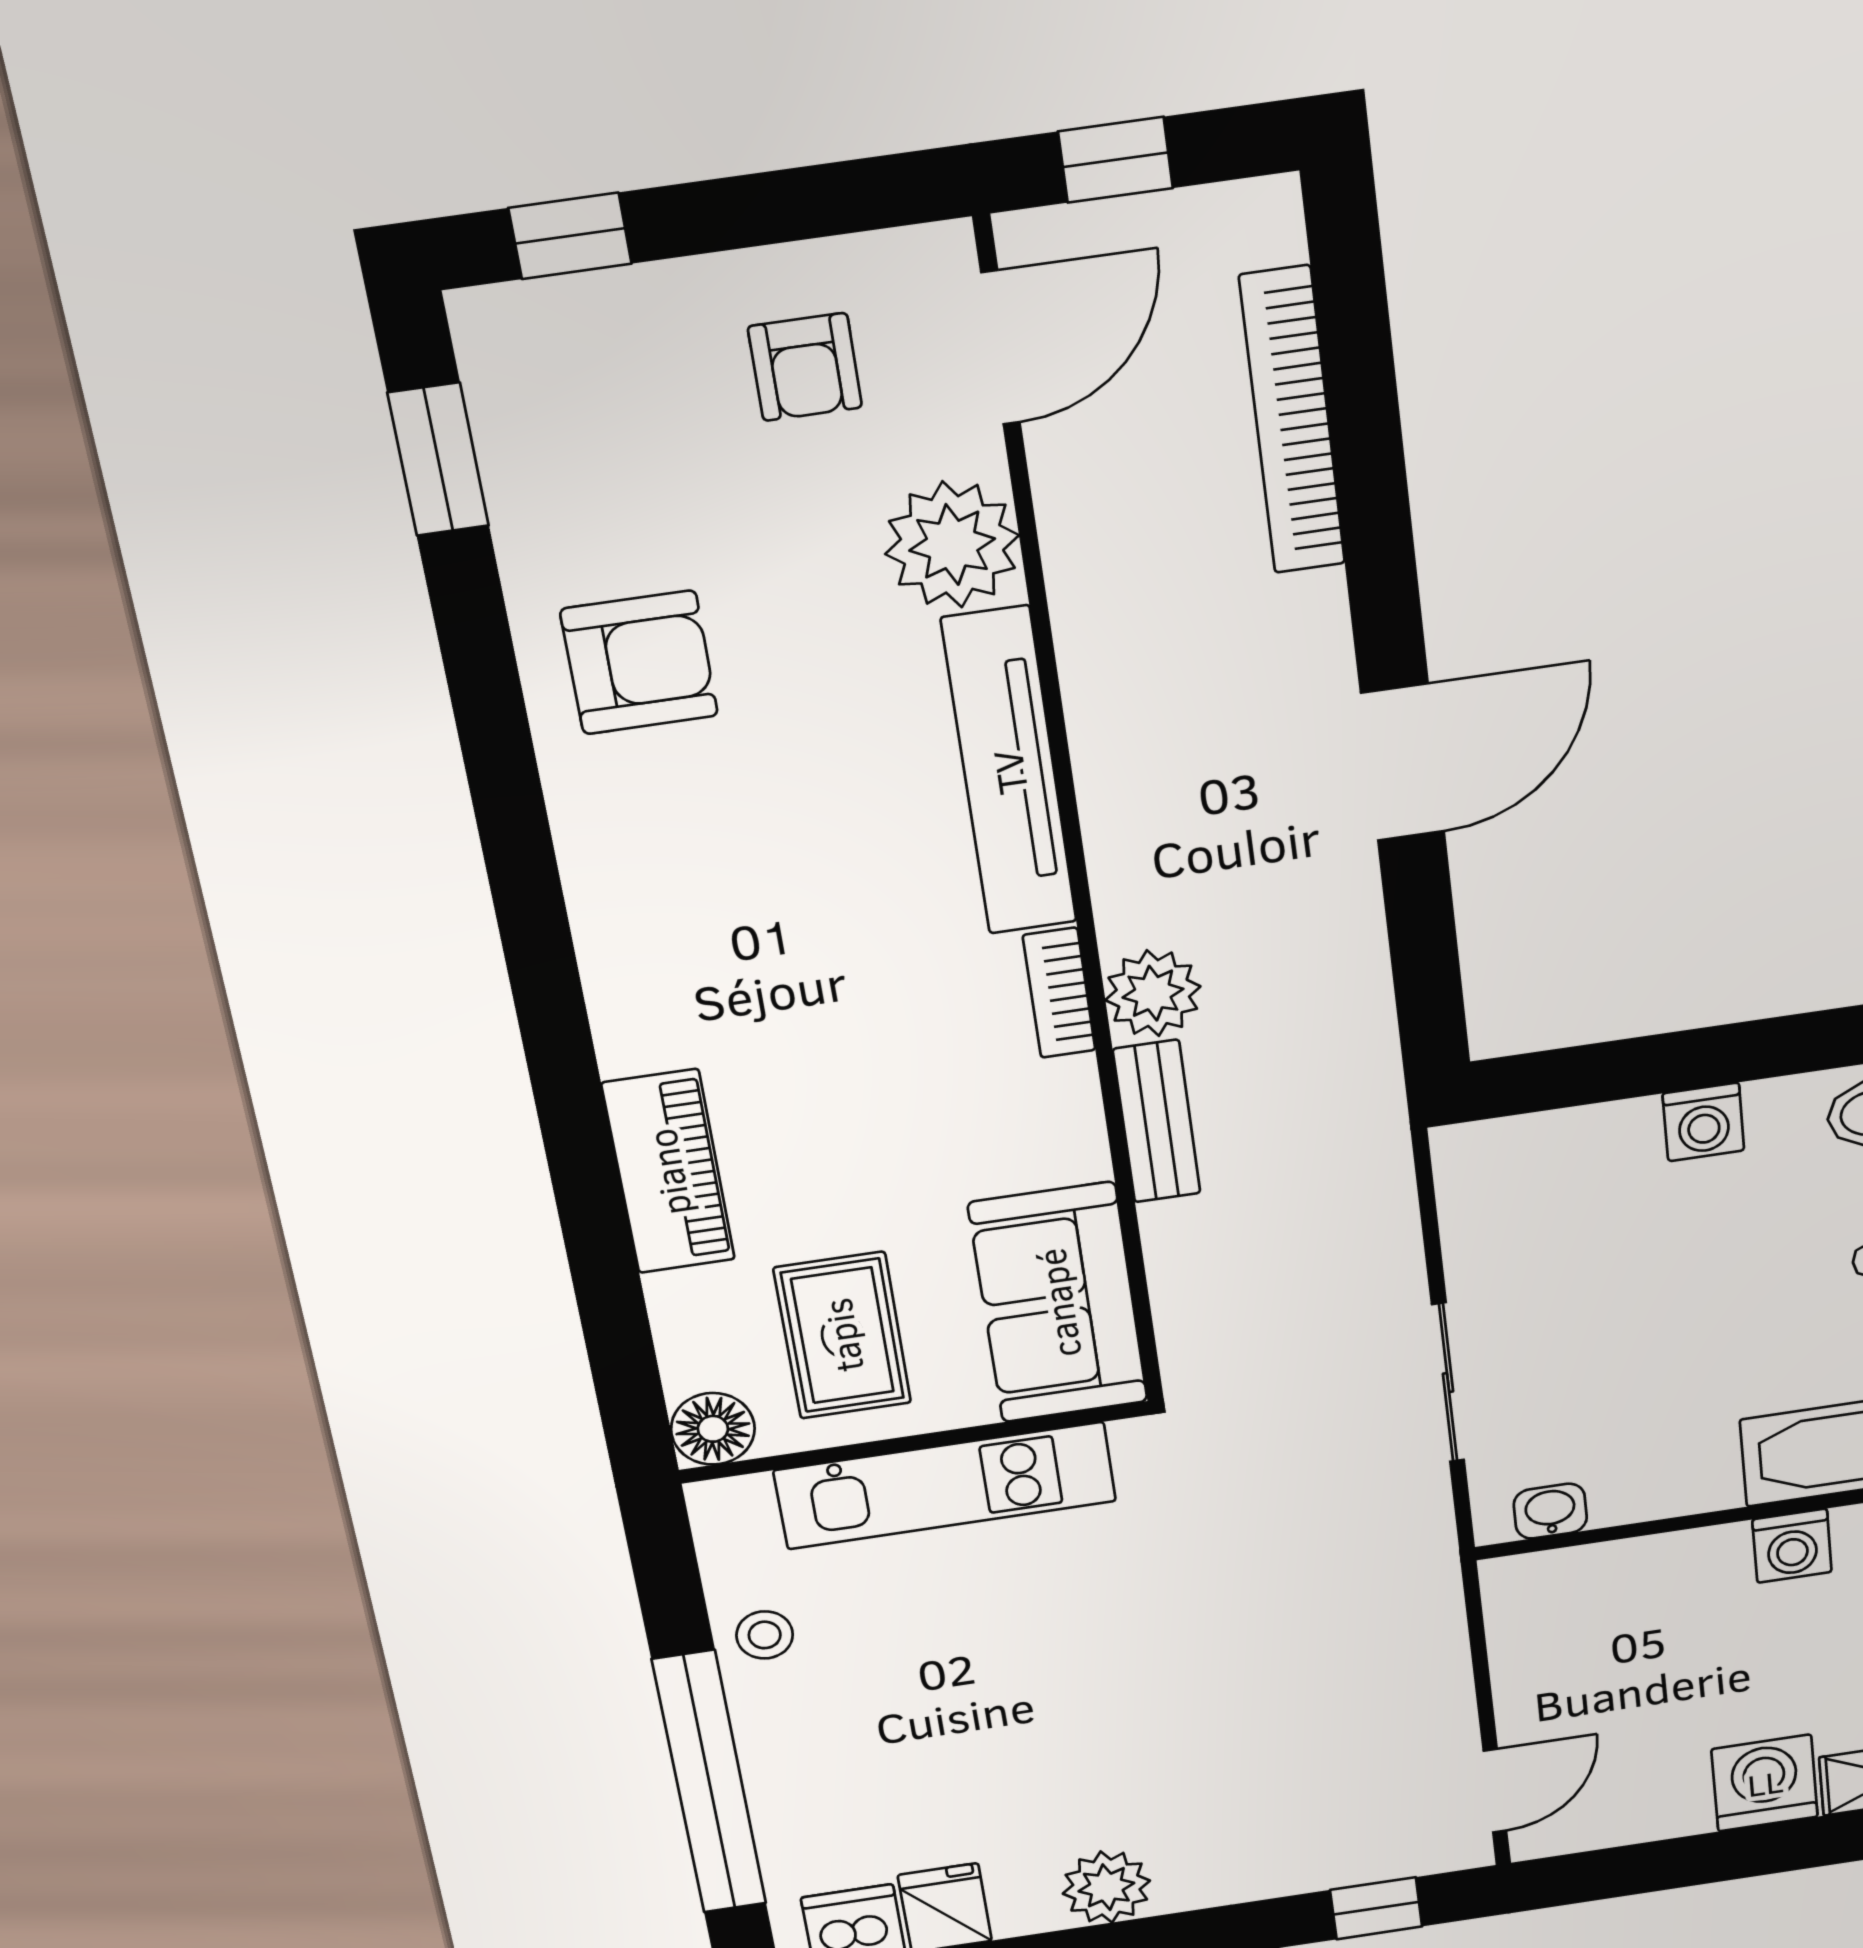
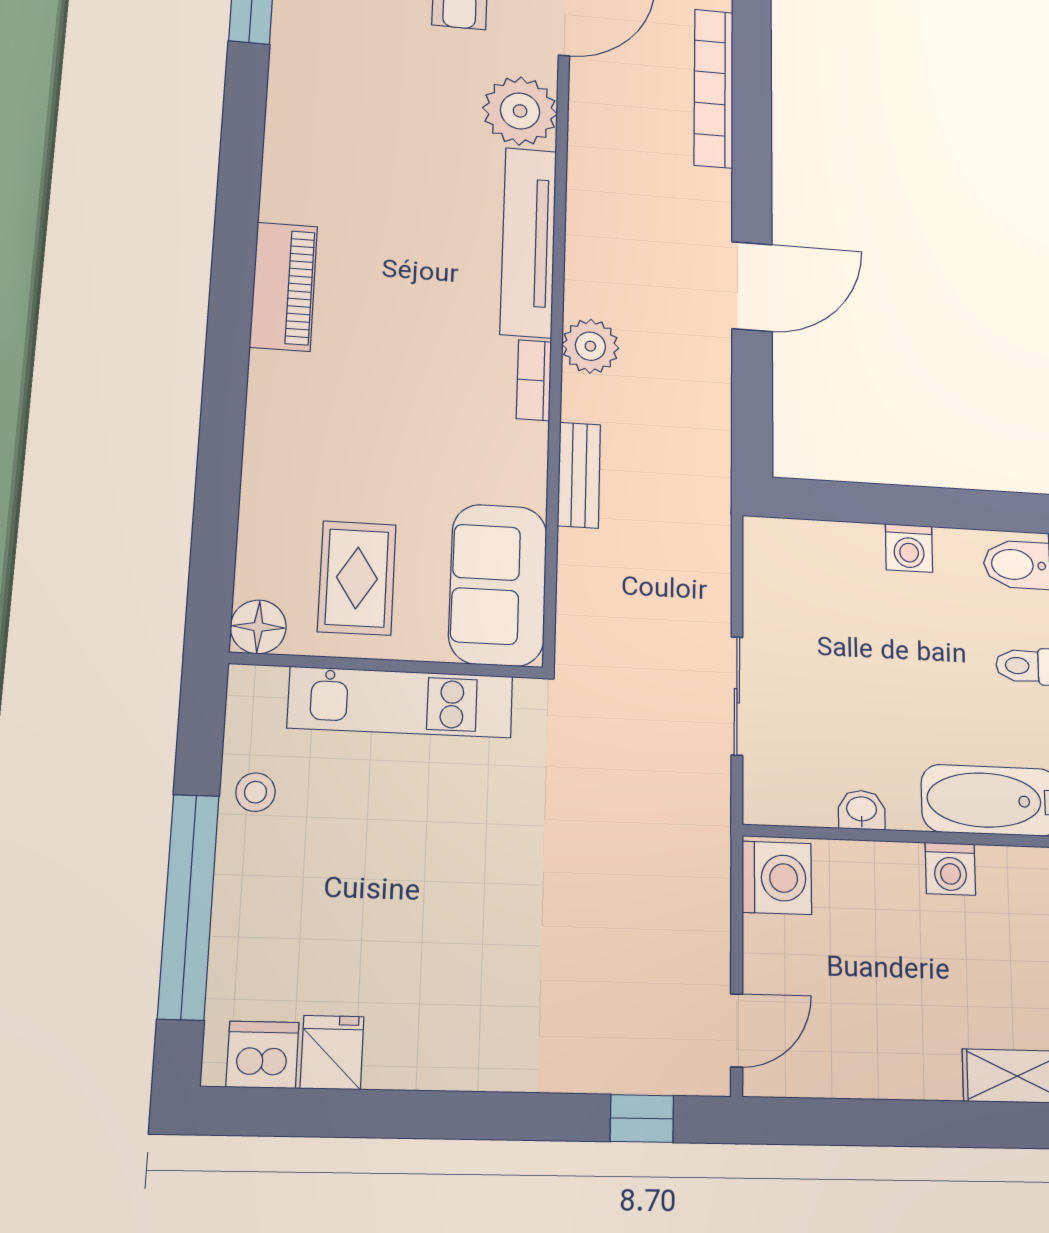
armchair: (639, 663) -> (333, 135), removed
plant: (1153, 993) -> (590, 346), moved
piano: (668, 1172) -> (284, 287), moved
washbasin: (1550, 1511) -> (862, 810), moved
washing machine: (1765, 1783) -> (777, 878), moved, turned 90
plant: (1106, 1887) -> (452, 1058), removed

